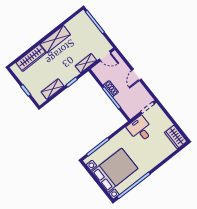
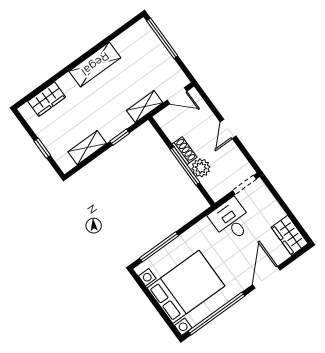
wardrobe: (31, 58) -> (47, 99), width x0.67
plant: (121, 99) -> (201, 168), added
door: (163, 163) -> (266, 277), added

